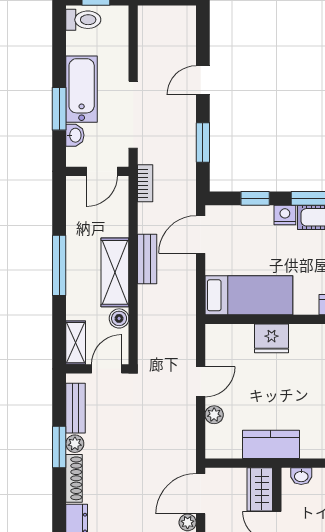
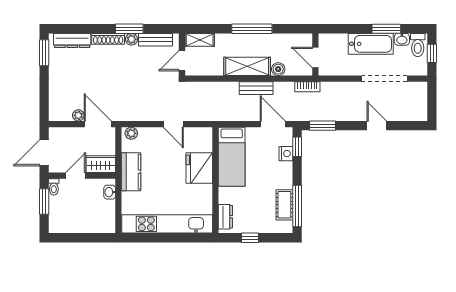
window: (59, 109) -> (386, 29), moved
doorway: (133, 115) -> (385, 79), moved
washbasin: (75, 135) -> (402, 39), moved
window: (203, 142) -> (323, 126), moved
window: (255, 198) -> (297, 147), moved
nightstand: (285, 215) -> (286, 154), moved
boiler: (119, 318) -> (278, 69), moved
fridge: (272, 338) -> (199, 168), width x1.36, depth x1.34
door: (107, 369) -> (182, 61), swing flipped
plant: (214, 415) -> (131, 133), moved

